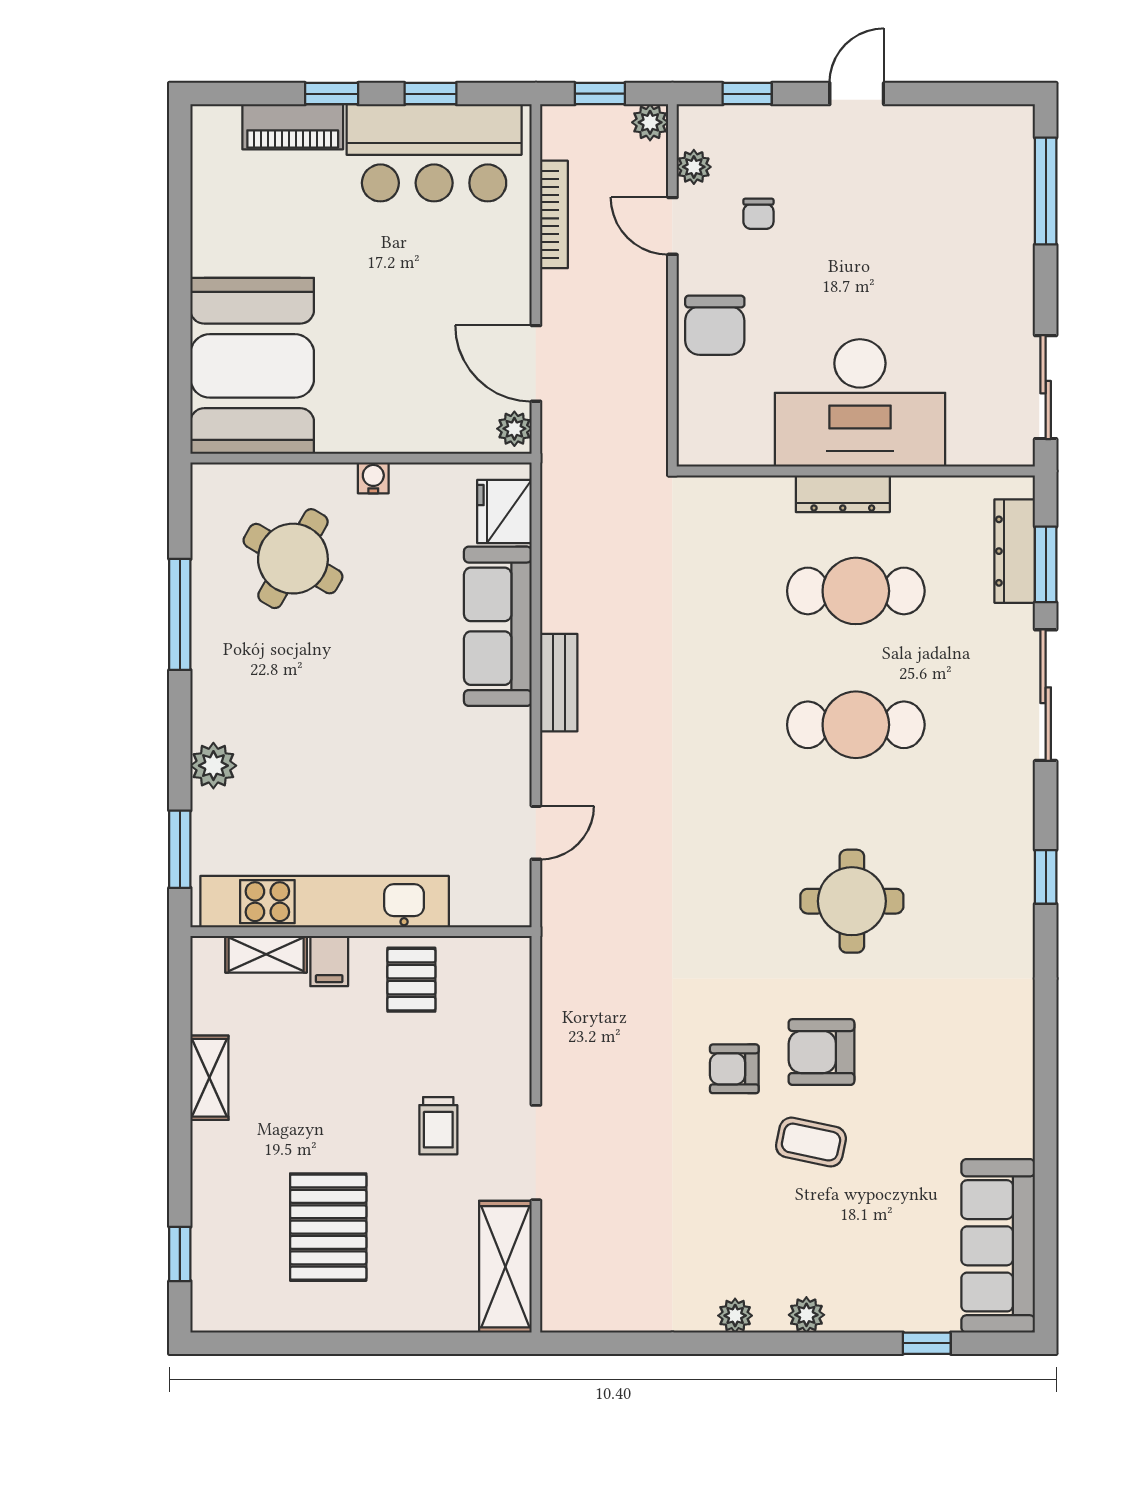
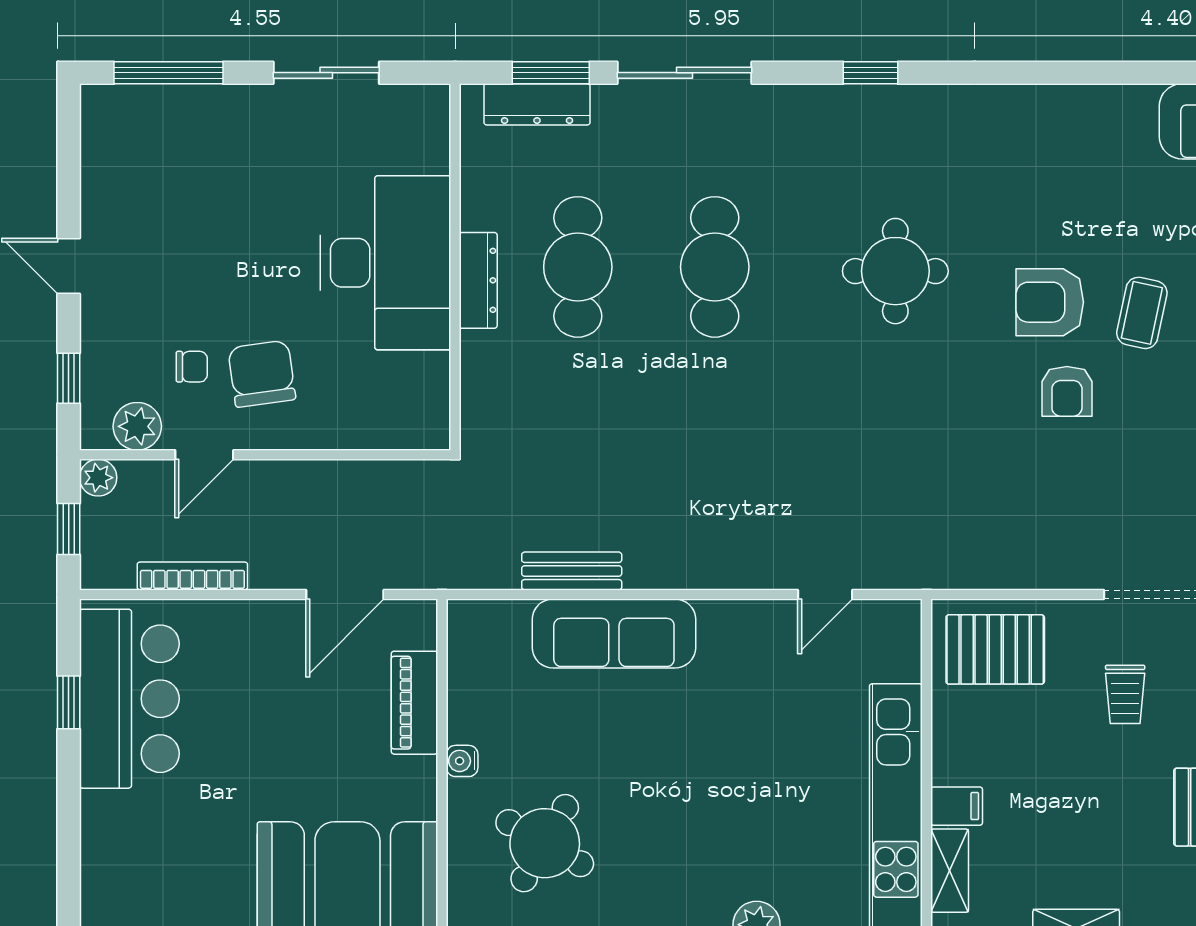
window: (332, 94) -> (69, 804), removed
piano: (293, 127) -> (414, 703), moved, turned 180
plant: (694, 167) -> (137, 426), width x1.38, depth x1.38
chair: (715, 325) -> (262, 374), moved, turned -98
sliding door: (1046, 387) -> (326, 73), moved
plant: (514, 429) -> (412, 616), removed
fridge: (504, 512) -> (497, 627), removed
bench: (559, 683) -> (572, 571), moved
door: (536, 833) -> (825, 594), swing flipped
pallet: (411, 980) -> (995, 649), moved, width x1.50, depth x1.42
armchair: (821, 1052) -> (1050, 302), turned 90
trolley: (438, 1126) -> (1125, 694), turned 90

